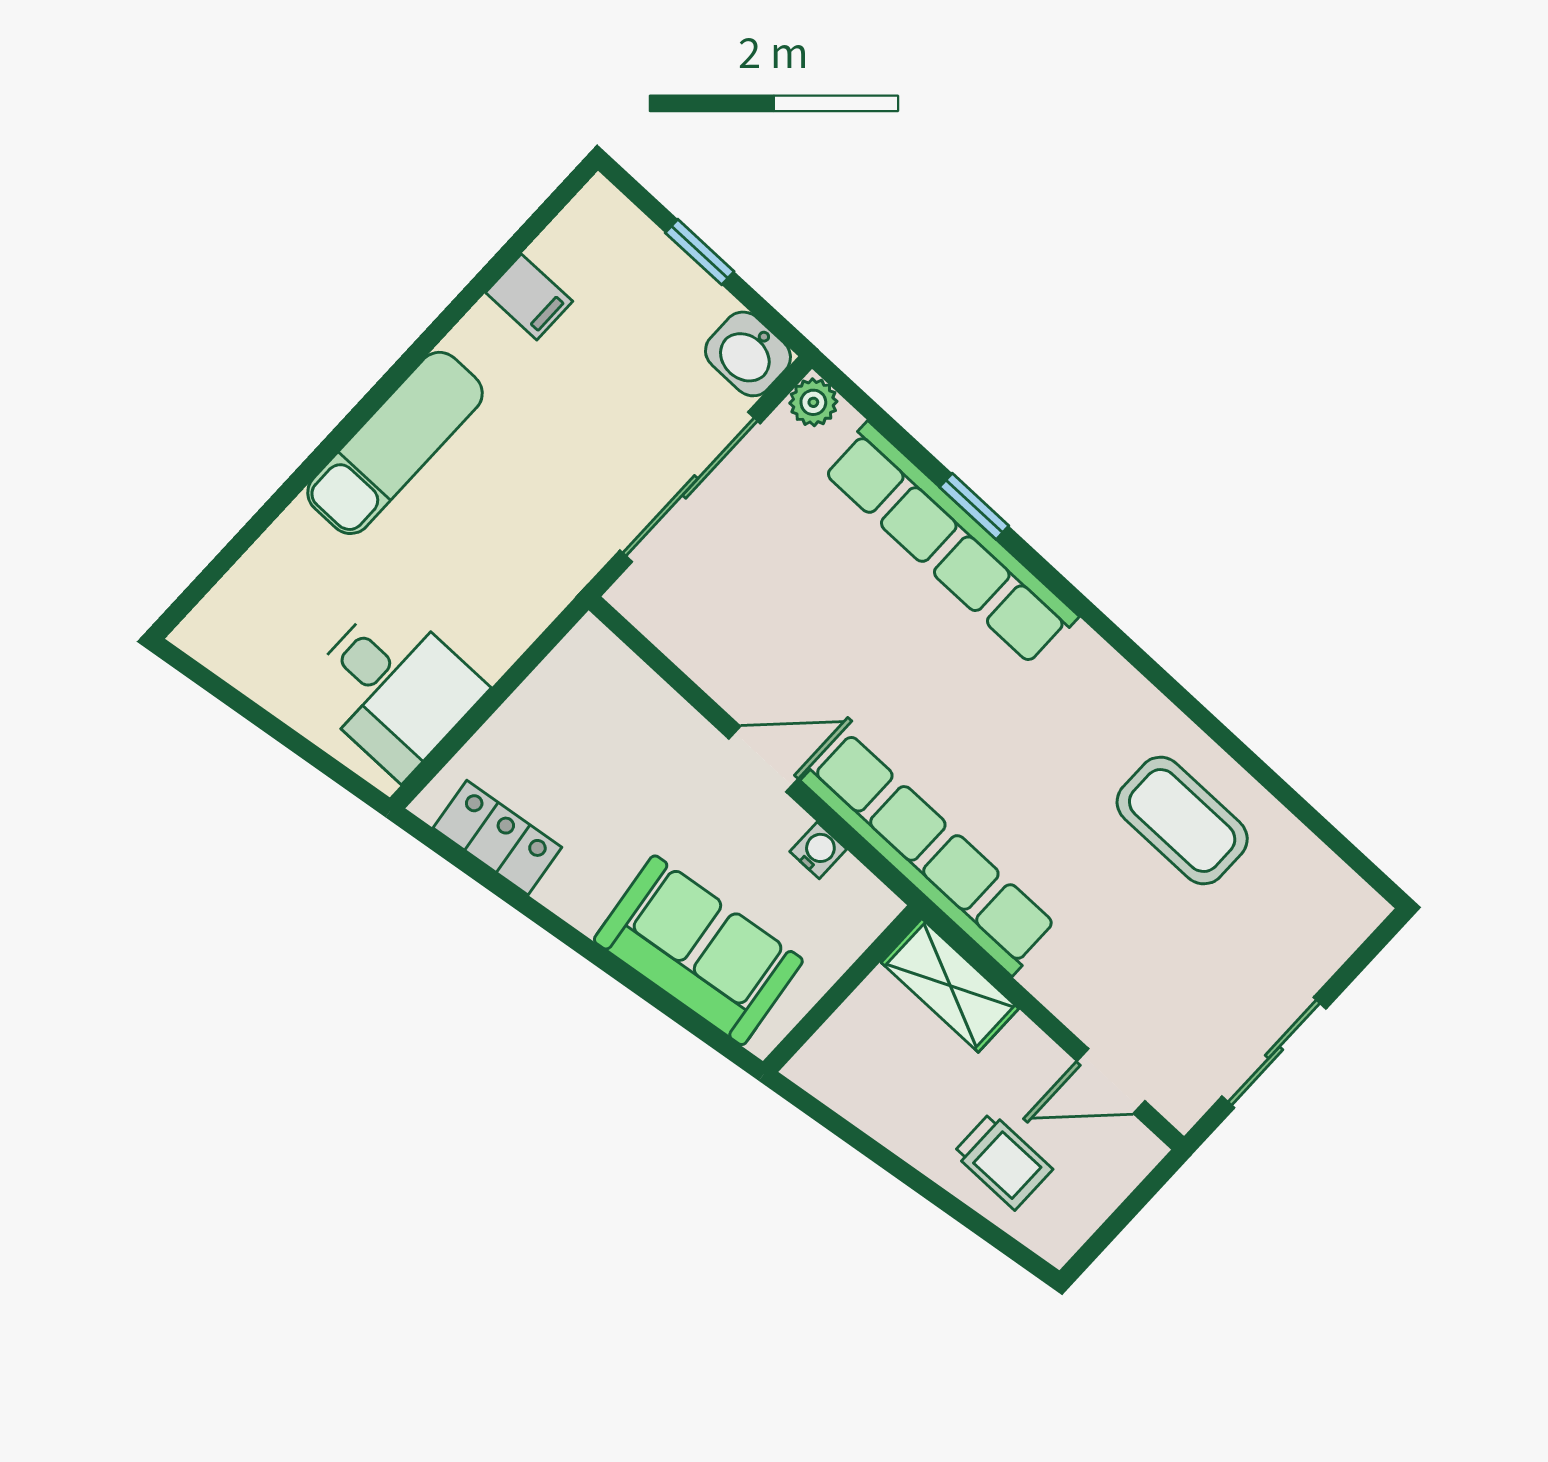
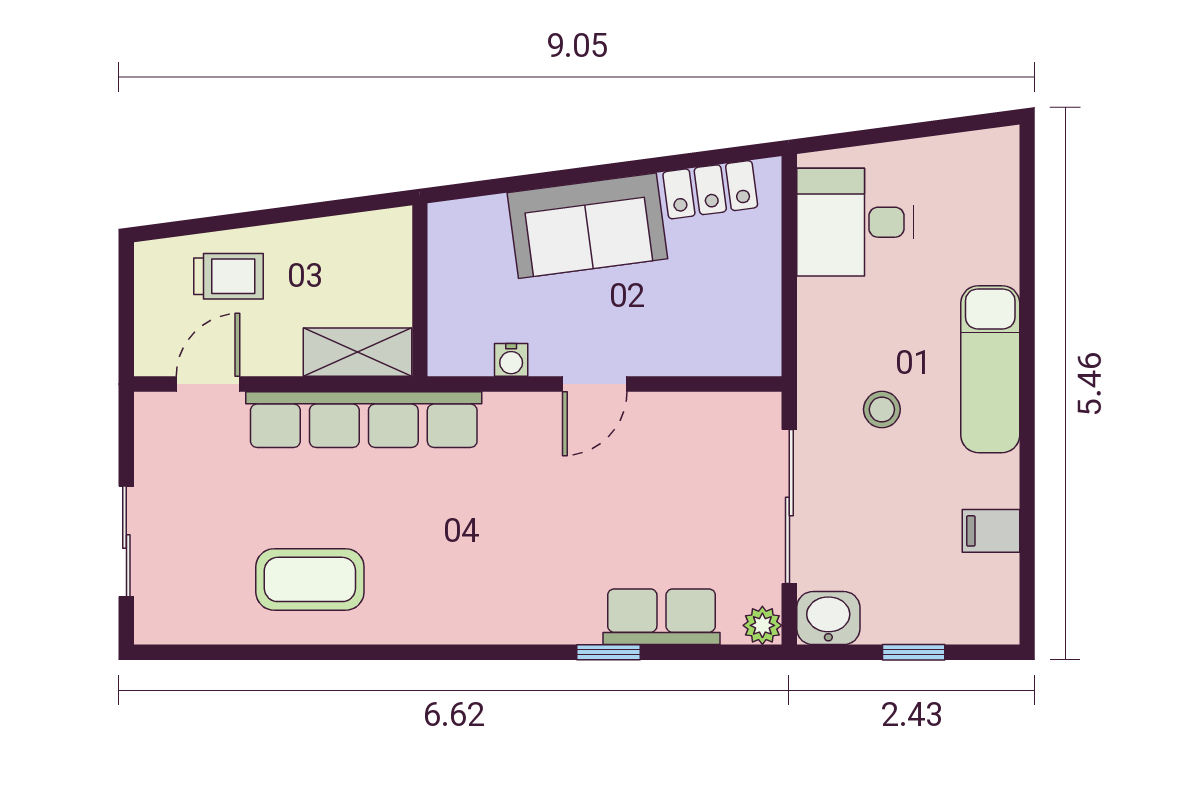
stool: (526, 497) -> (882, 409), added
row of seats: (950, 544) -> (661, 617), width x0.50
row of seats: (929, 853) -> (364, 420), moved
sofa: (698, 950) -> (587, 226), moved
sliding door: (1274, 1052) -> (126, 541), moved
trolley: (1003, 1161) -> (228, 276), turned 180

